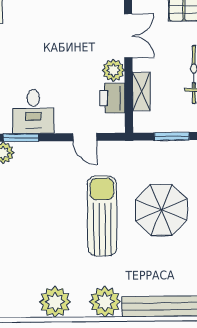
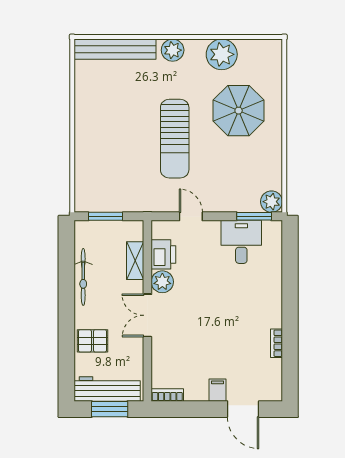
parasol: (161, 210) -> (239, 111), moved
plant: (105, 302) -> (173, 50), width x0.73, depth x0.73

